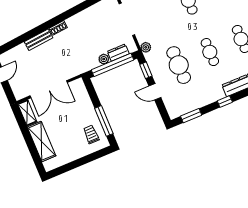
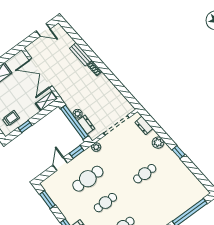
shelving: (27, 113) -> (46, 101), moved
window: (104, 121) -> (25, 127), width x0.46

